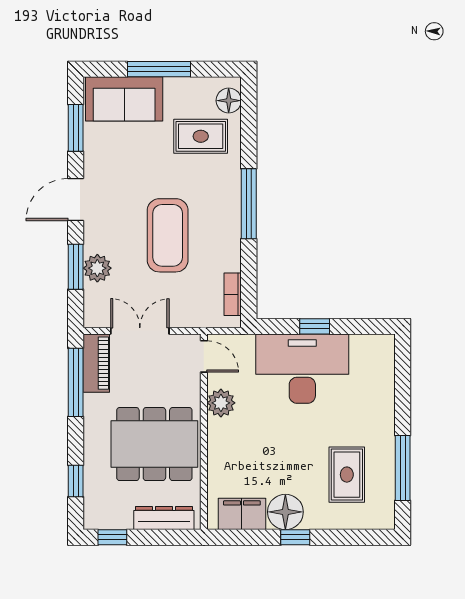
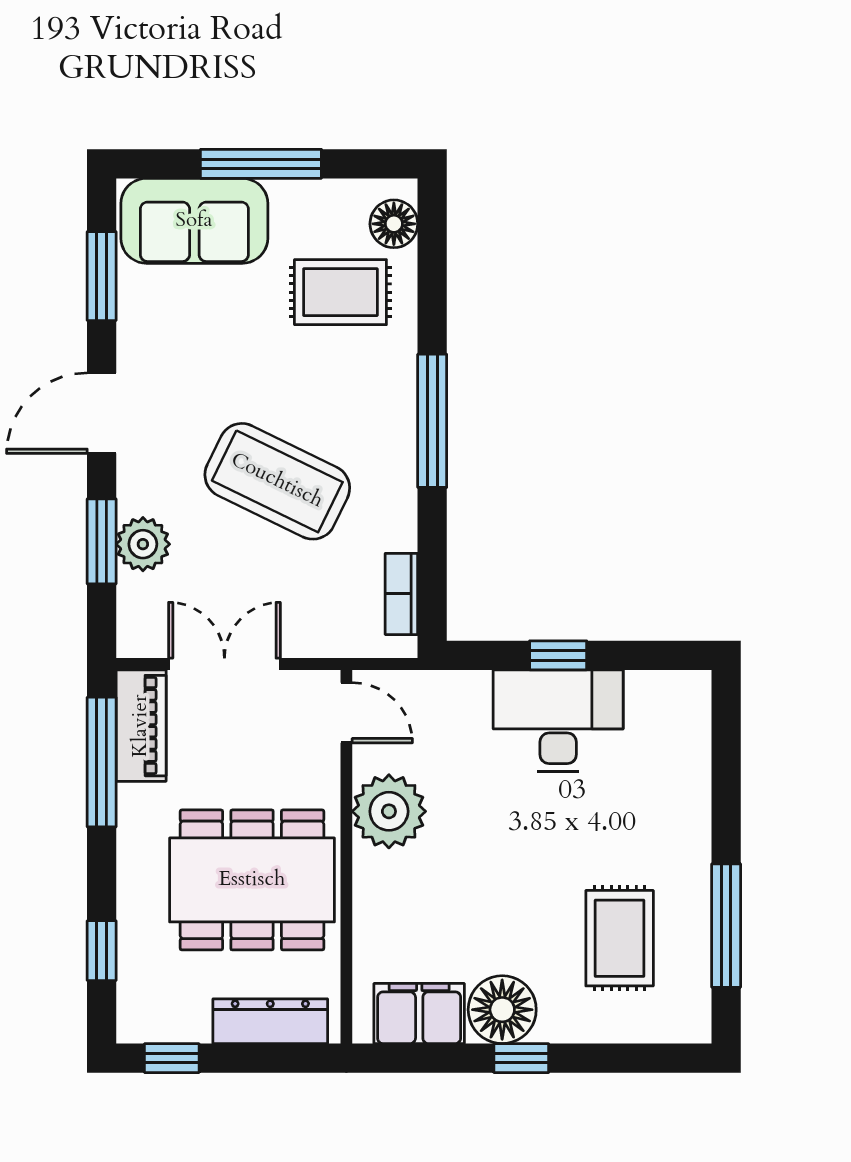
coffee table: (168, 235) -> (277, 481), turned -64
desk: (302, 369) -> (558, 721), width x0.73, depth x0.77
plant: (221, 403) -> (389, 811), width x1.36, depth x1.36

